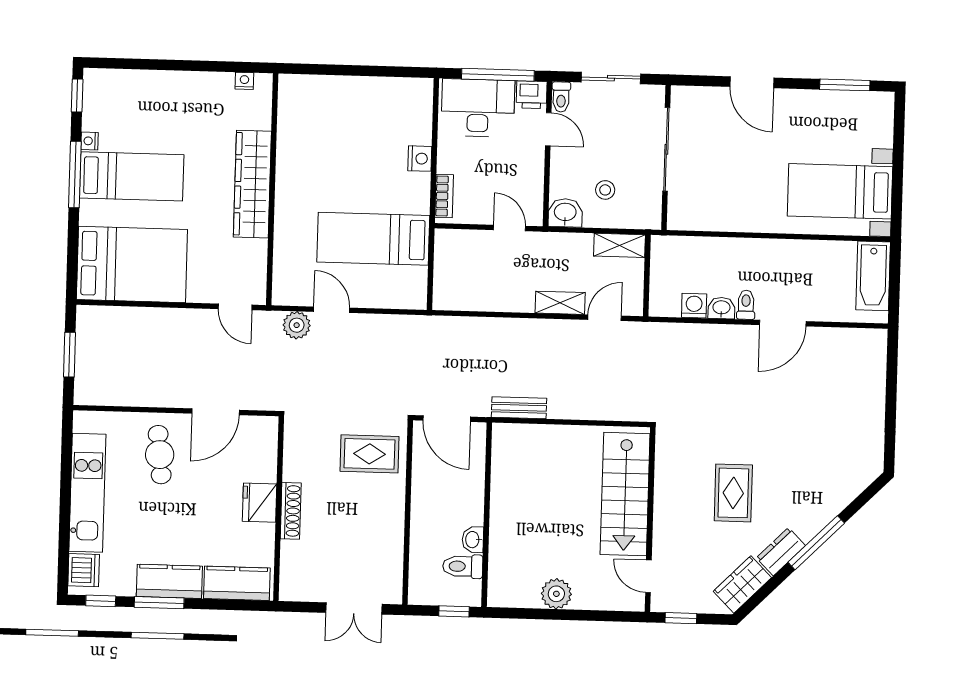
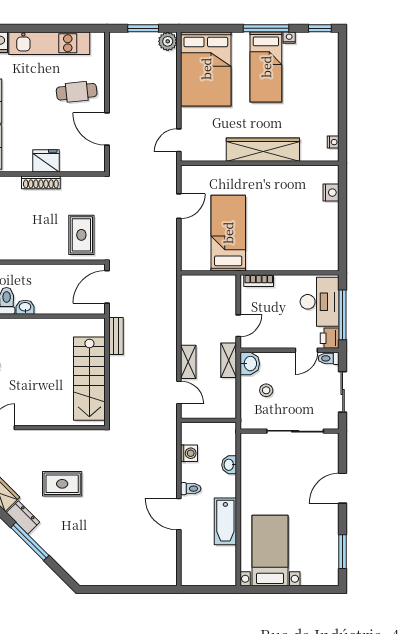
nightstand: (420, 159) -> (331, 193), moved, turned -90
shelving: (619, 245) -> (229, 360), moved
bathtub: (873, 276) -> (225, 521), moved, turned -90
washbasin: (721, 308) -> (229, 465), moved, turned 180
plant: (297, 325) -> (168, 41), moved
stairs: (625, 494) -> (89, 379), moved, turned -90

